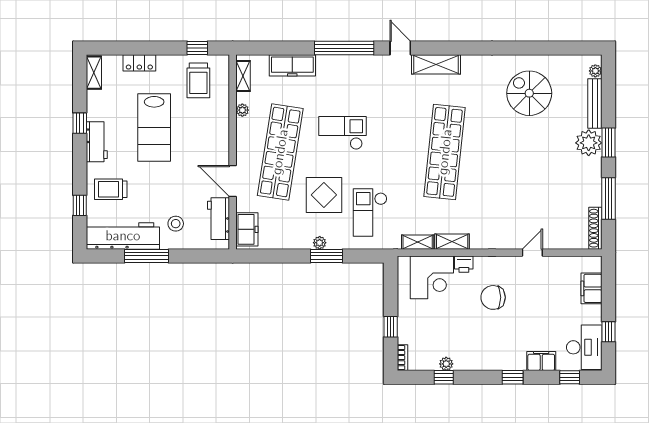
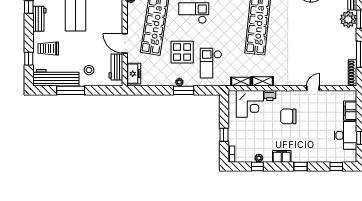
desk: (584, 347) -> (345, 135), moved
filing cabinet: (541, 361) -> (282, 156), moved

